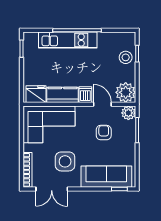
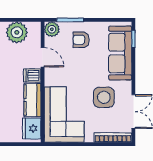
plant: (126, 92) -> (17, 32), moved
door: (102, 104) -> (43, 57), swing flipped
armchair: (104, 133) -> (81, 40), moved

